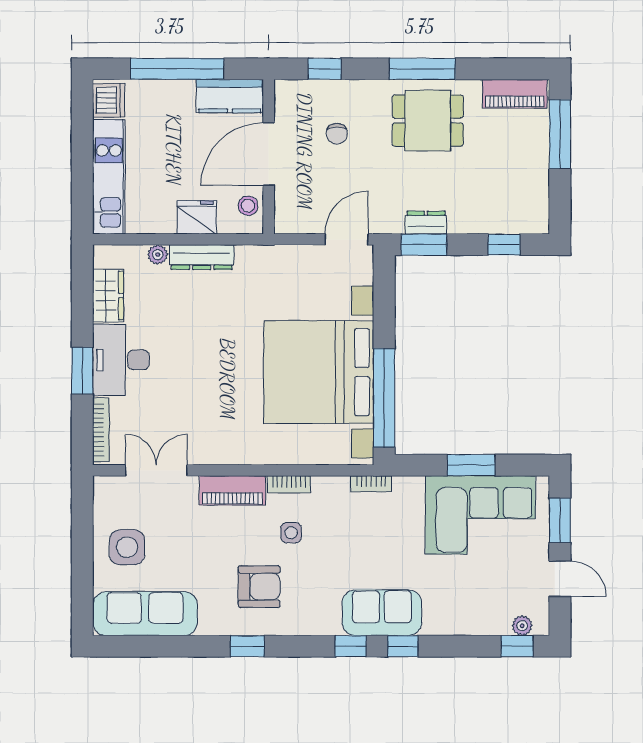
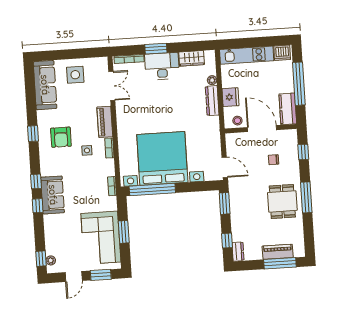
piano: (515, 94) -> (278, 252), moved, turned 90
dresser: (426, 223) -> (238, 252), moved

